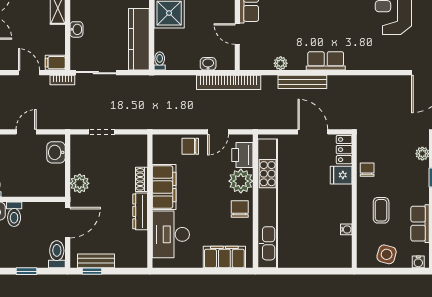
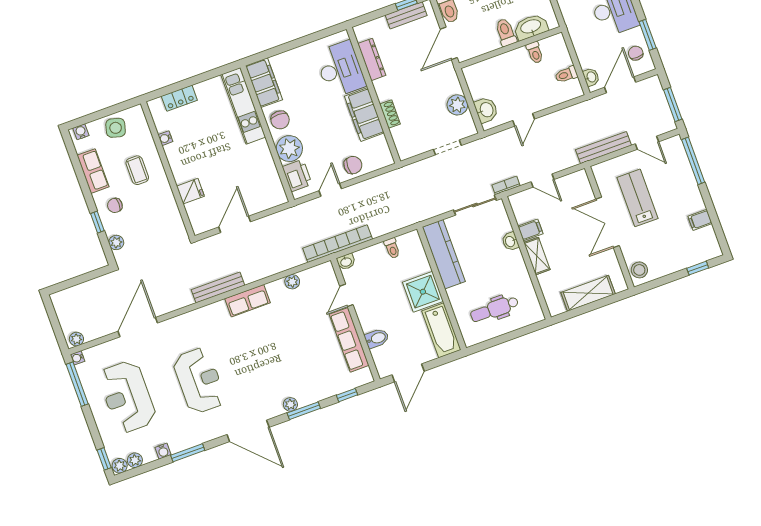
door: (237, 34) -> (346, 295), swing flipped
toilet: (160, 61) -> (392, 248), moved
filing cabinet: (55, 63) -> (530, 230), moved
washbasin: (208, 64) -> (346, 262), moved
bench: (302, 82) -> (218, 288), moved
door: (313, 132) -> (235, 224), swing flipped
locker: (344, 150) -> (179, 98), moved, turned 90
chair: (367, 170) -> (115, 205), moved, turned 90
plant: (80, 183) -> (457, 105), moved
kitchen unit: (268, 203) -> (243, 106), width x0.54
dresser: (140, 211) -> (372, 59), moved
filing cabinet: (224, 257) -> (264, 83), moved, turned -90

